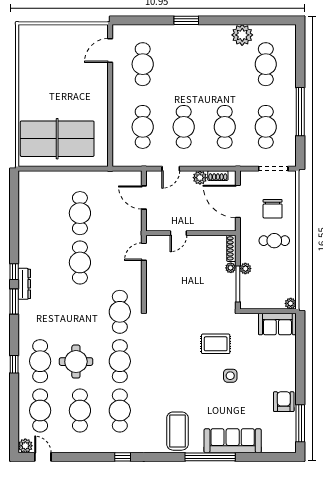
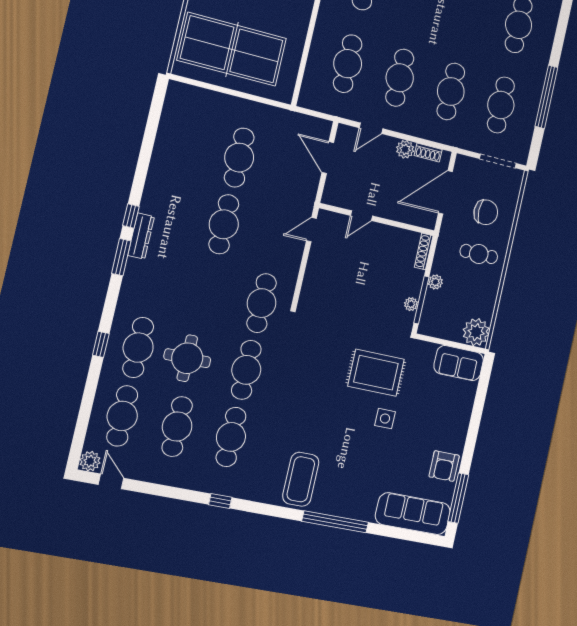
door: (238, 201) -> (445, 192), hinge flipped
chair: (273, 209) -> (486, 212), turned -90
plant: (231, 268) -> (411, 304), moved
plant: (291, 303) -> (476, 332), width x1.88, depth x1.88
rug: (216, 344) -> (376, 373), width x1.36, depth x1.43
armchair: (284, 402) -> (444, 466), turned 180
sofa: (233, 441) -> (413, 514), moved

